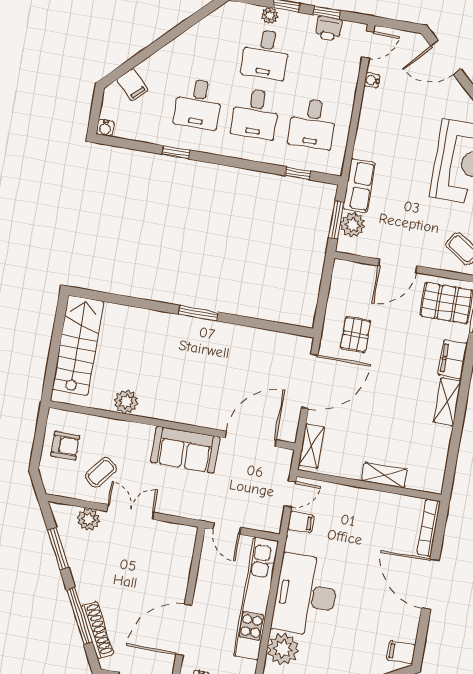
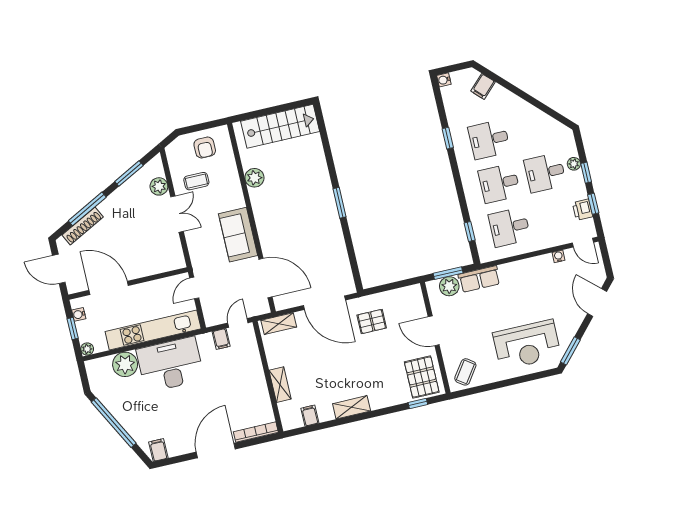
filing cabinet: (453, 359) -> (310, 416), moved, width x0.50
coffee table: (101, 472) -> (196, 181), turned -38
door: (290, 494) -> (238, 323), swing flipped

